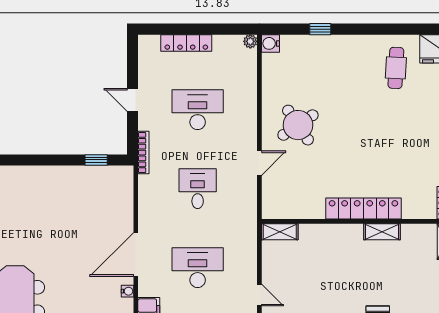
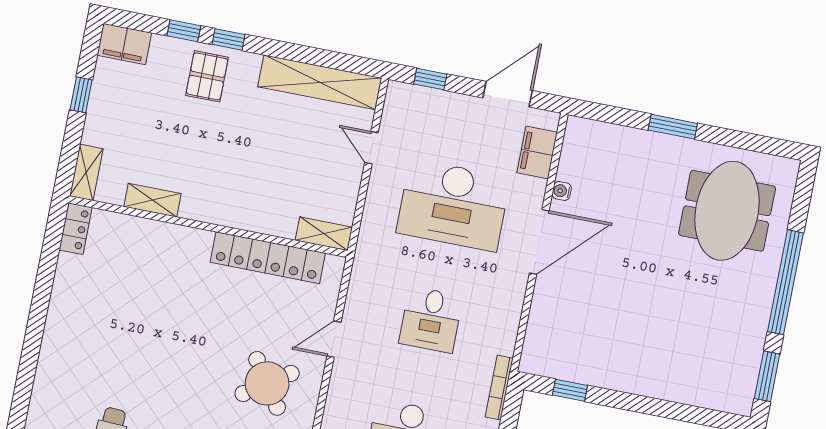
locker: (363, 209) -> (268, 258), moved
shelving: (382, 232) -> (152, 200), moved
desk: (198, 268) -> (453, 205), width x1.36, depth x1.30

